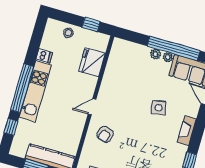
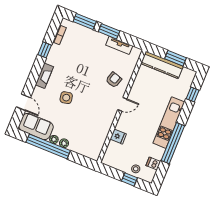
window: (91, 25) -> (129, 179), moved
dishwasher: (44, 56) -> (153, 163), moved
fridge: (92, 62) -> (118, 137), width x0.53, depth x0.75
window: (22, 88) -> (173, 143), moved

